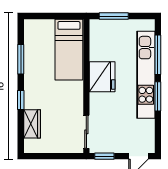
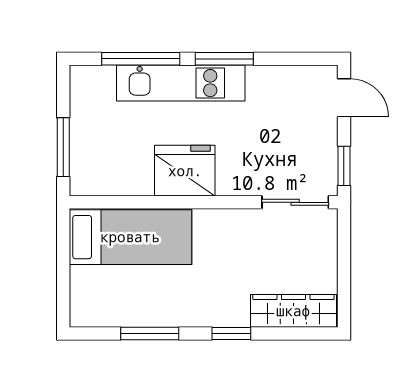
kitchen unit: (146, 75) -> (181, 83), width x0.73
wardrobe: (32, 124) -> (293, 311), width x1.50

